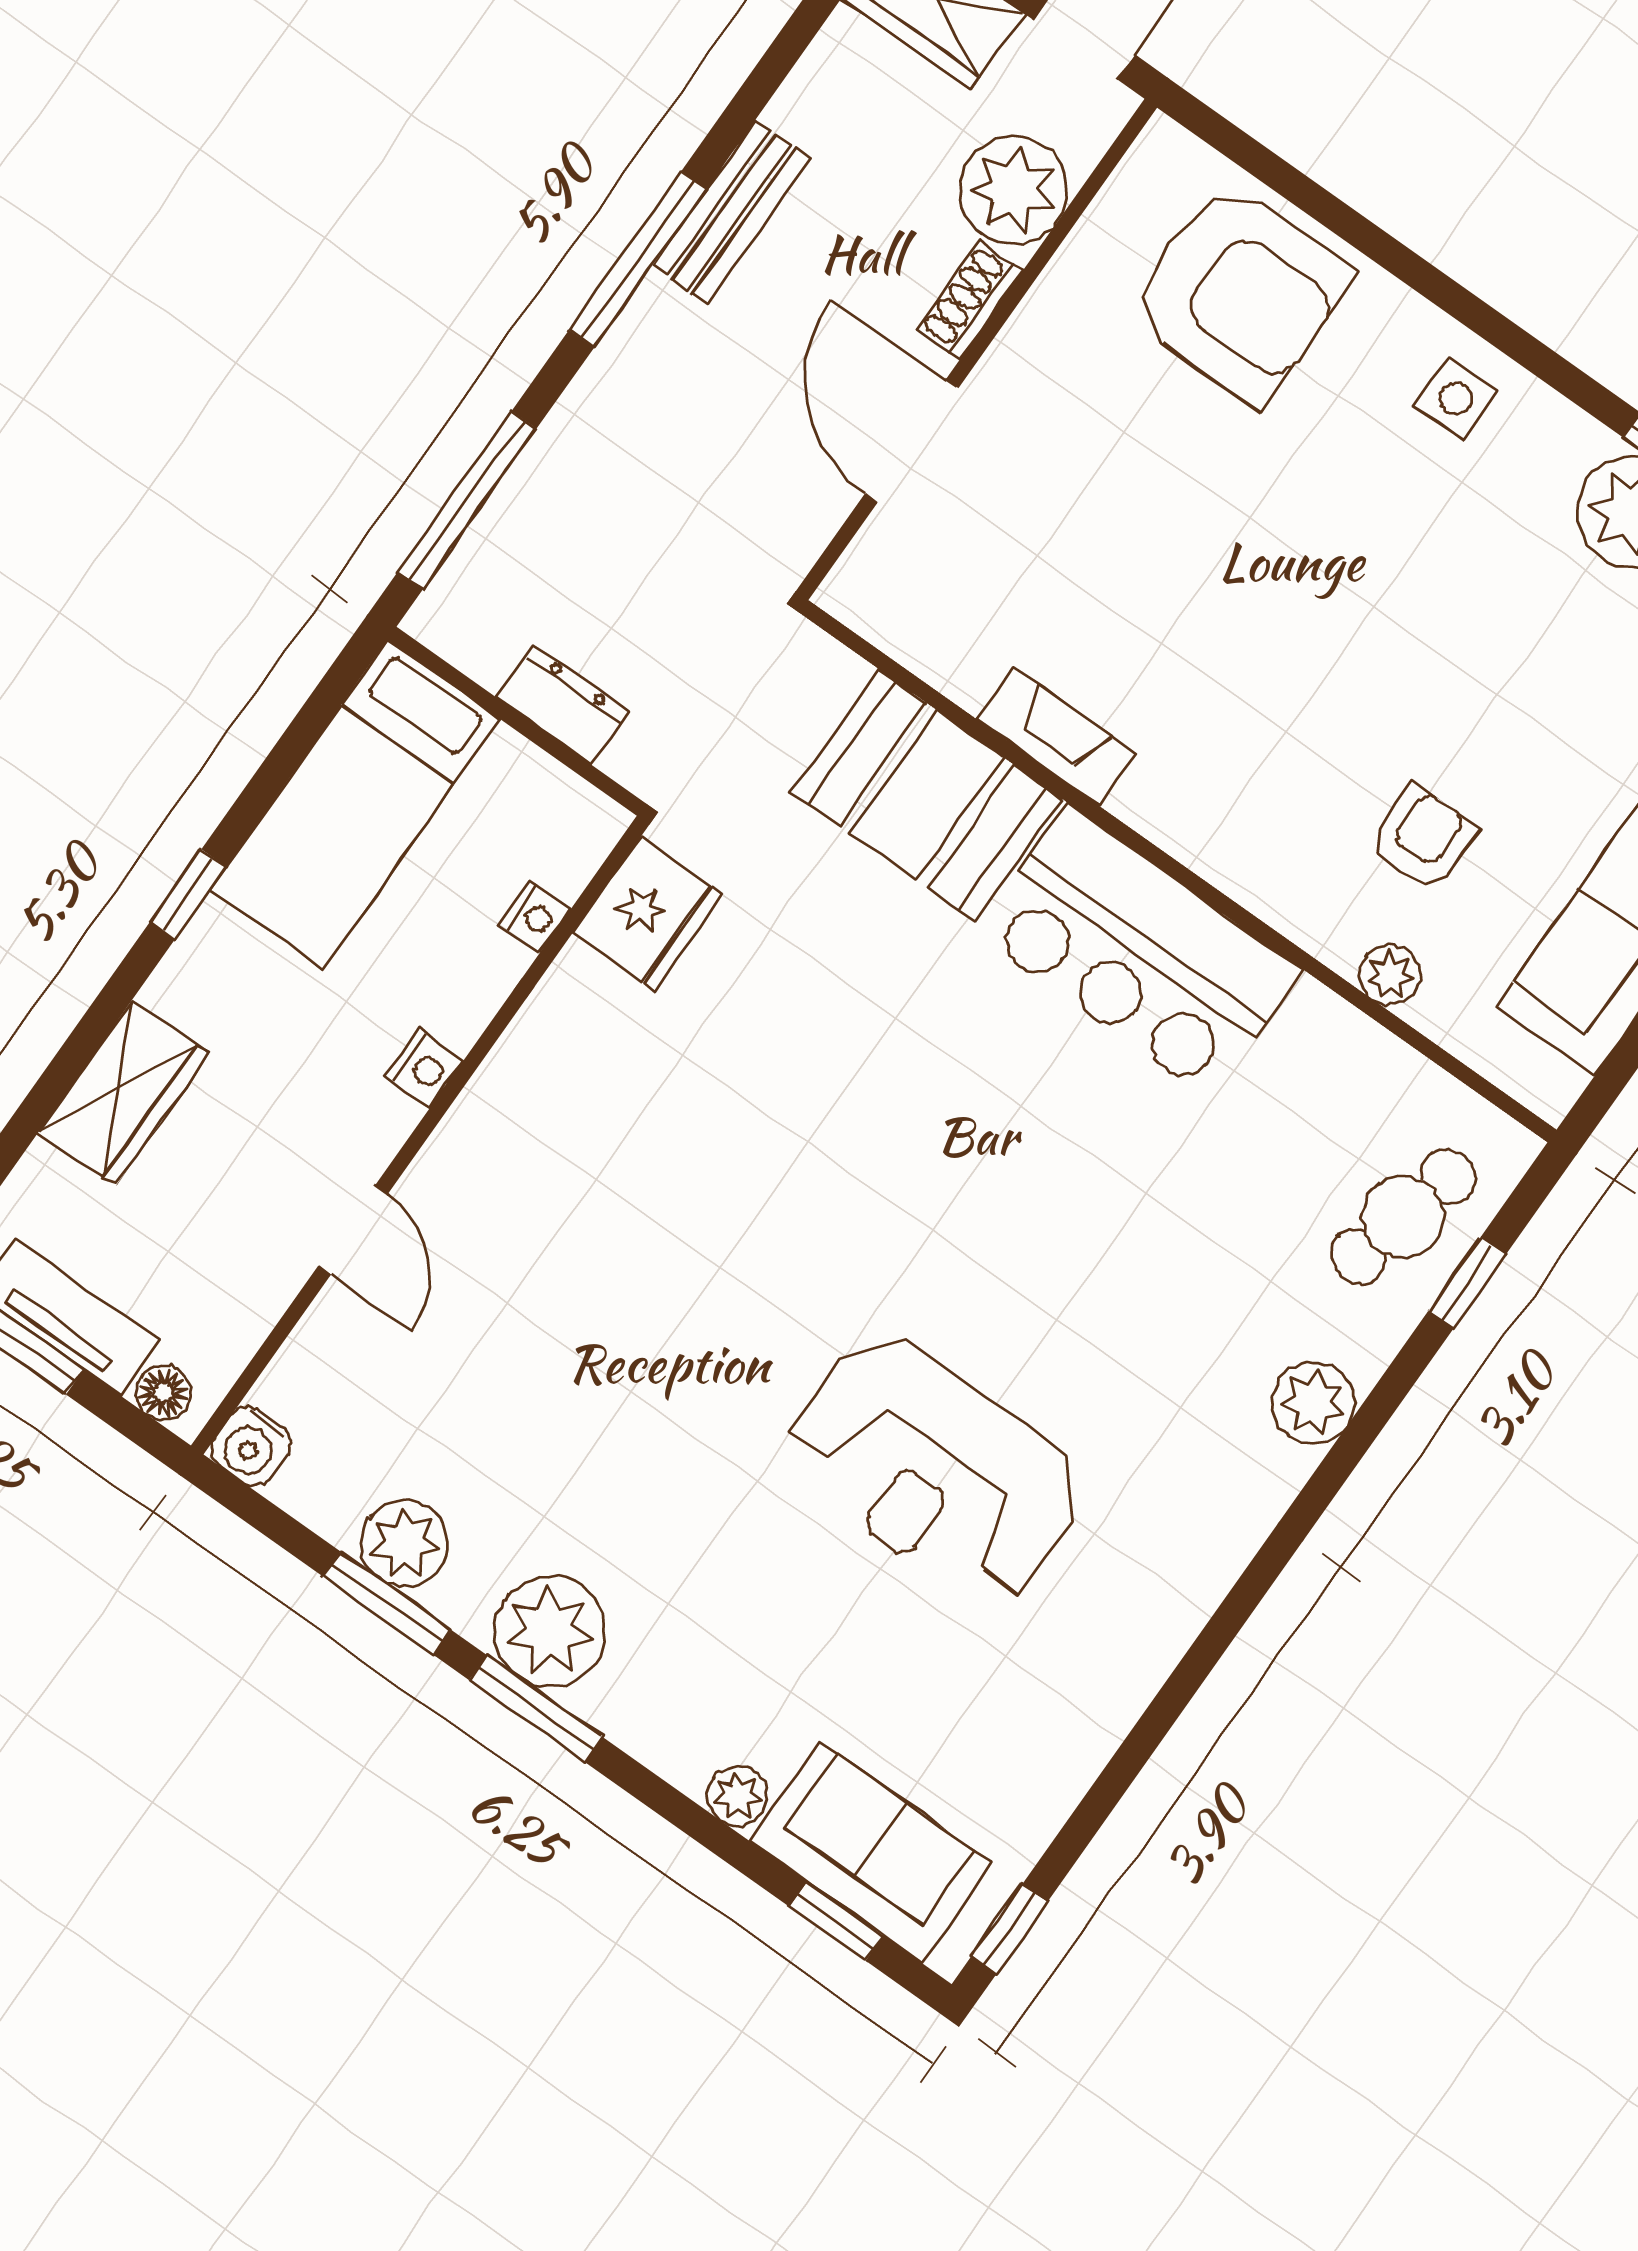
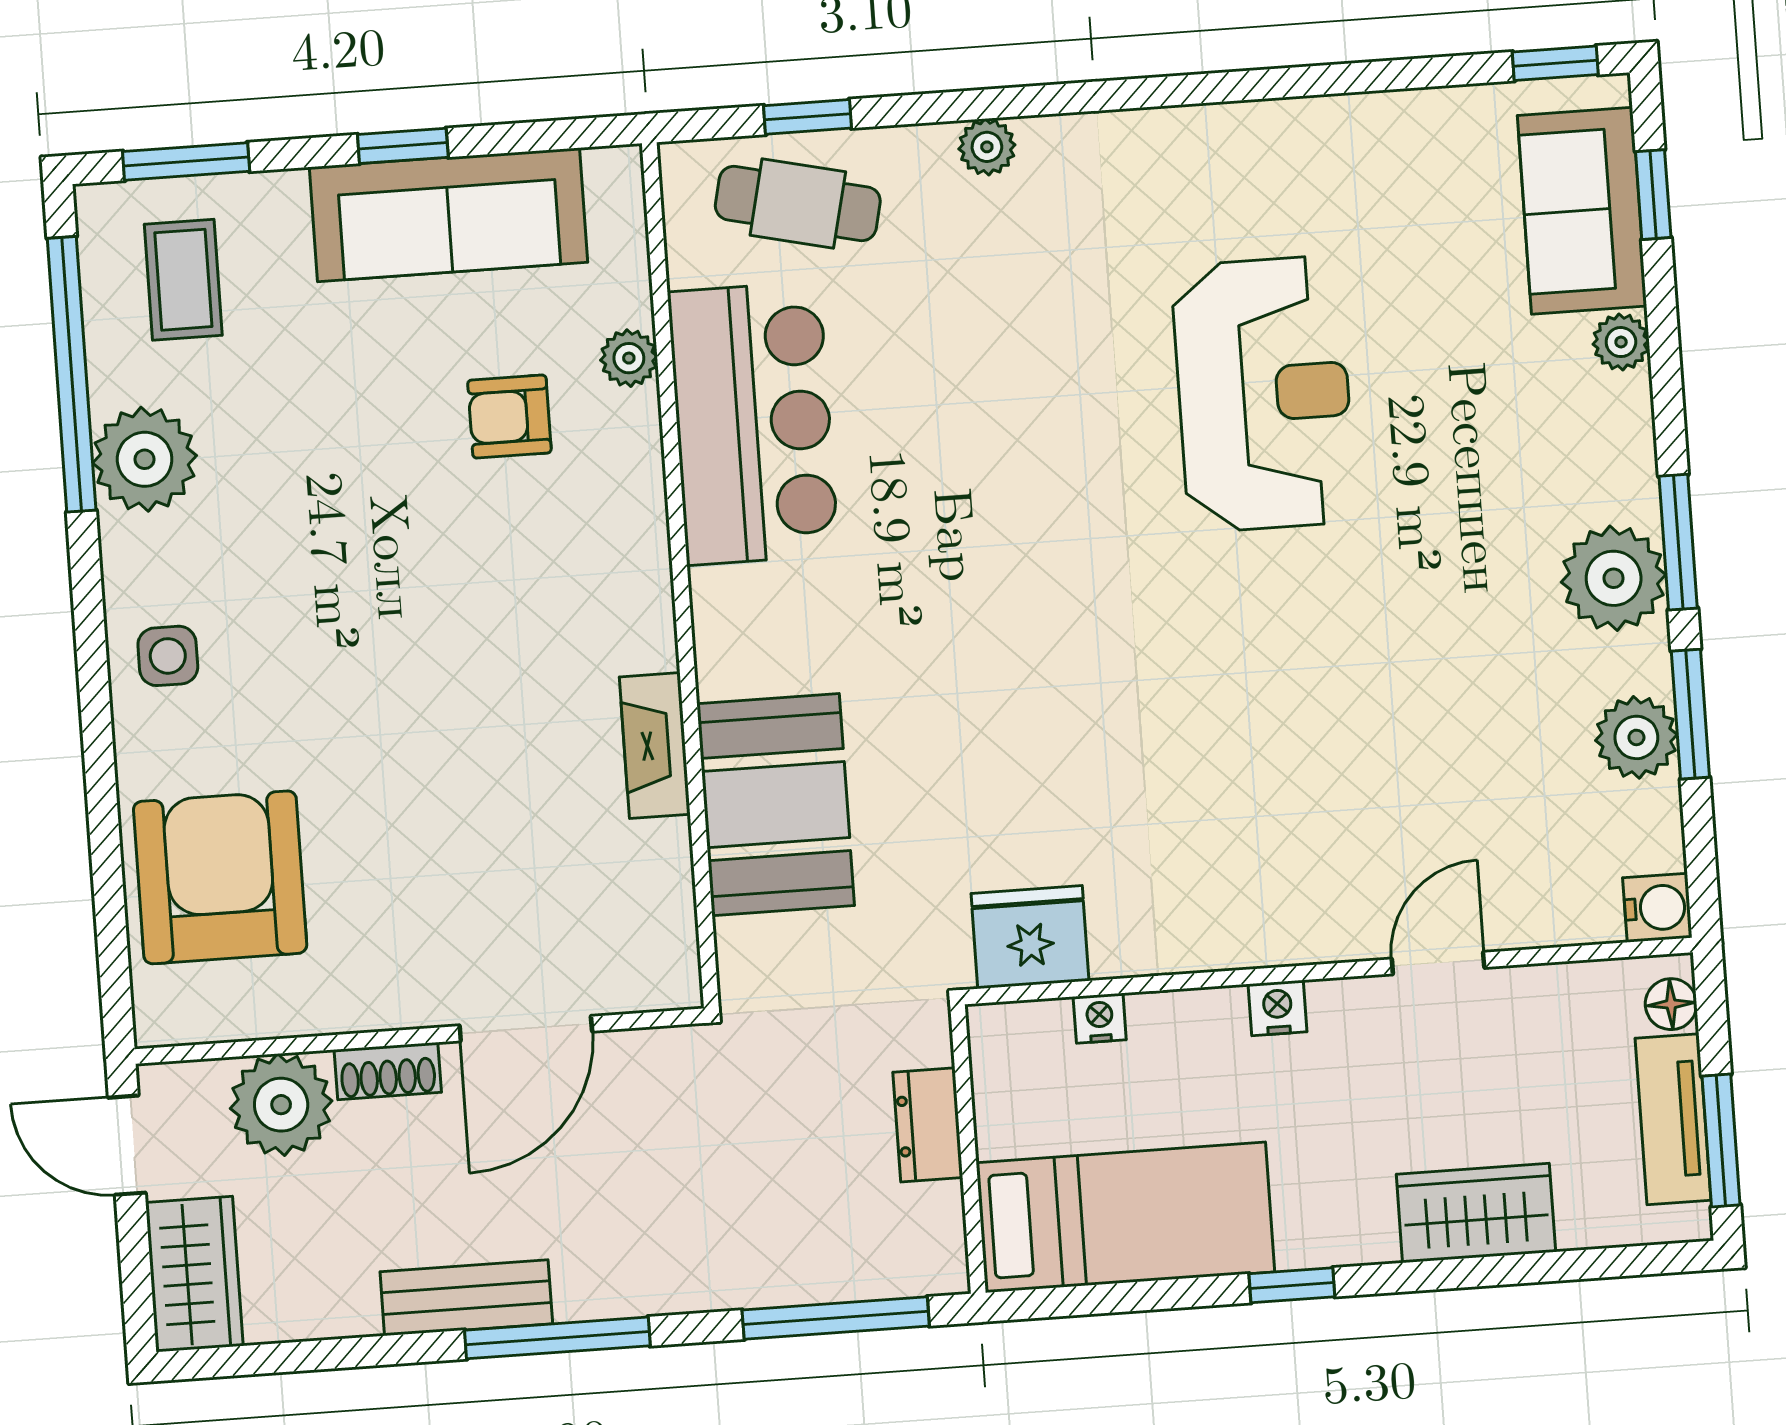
bar counter: (1139, 952) -> (753, 423), moved
plant: (1313, 1403) -> (987, 147), width x0.73, depth x0.73

